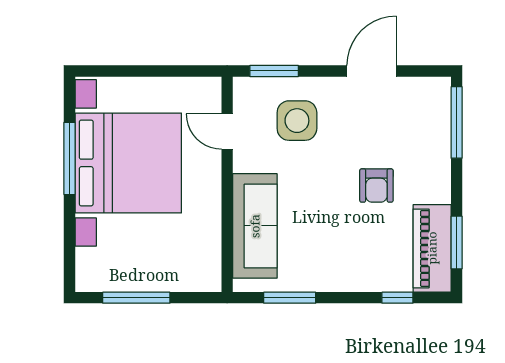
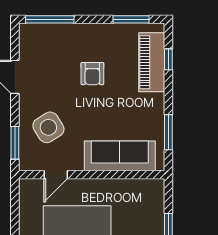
side table: (297, 121) -> (48, 127), turned -32
armchair: (376, 186) -> (92, 74), turned 90
piano: (432, 248) -> (152, 62), moved, turned 90

